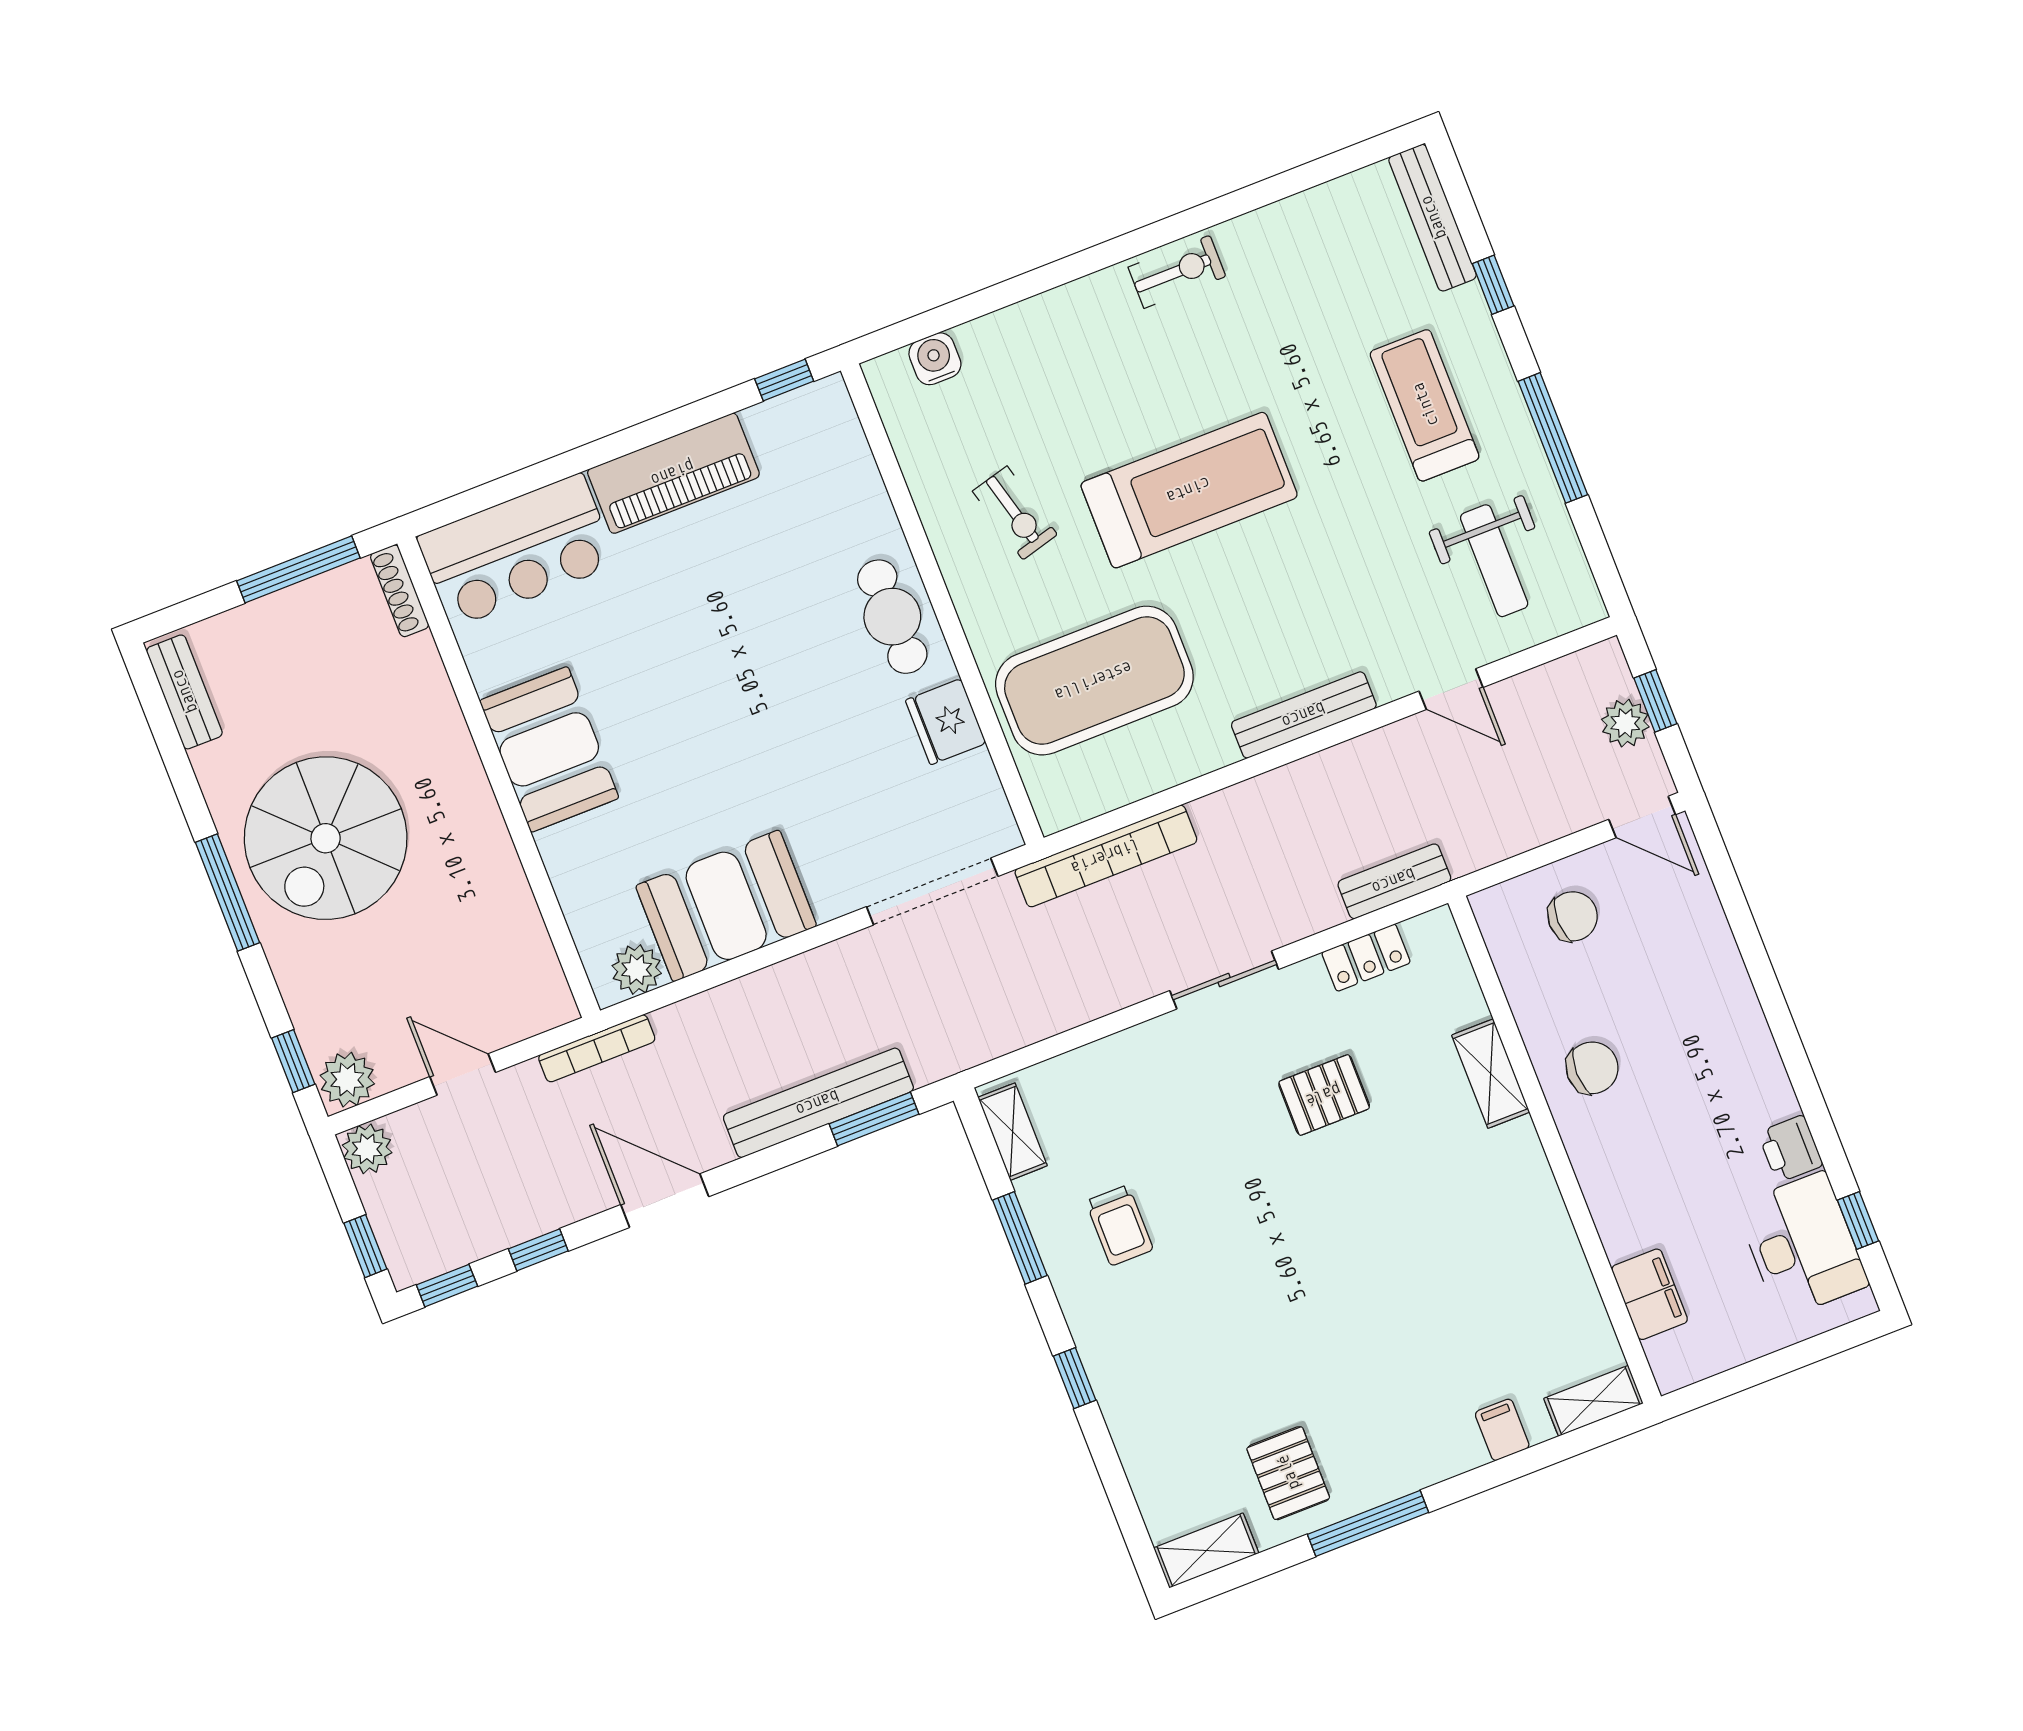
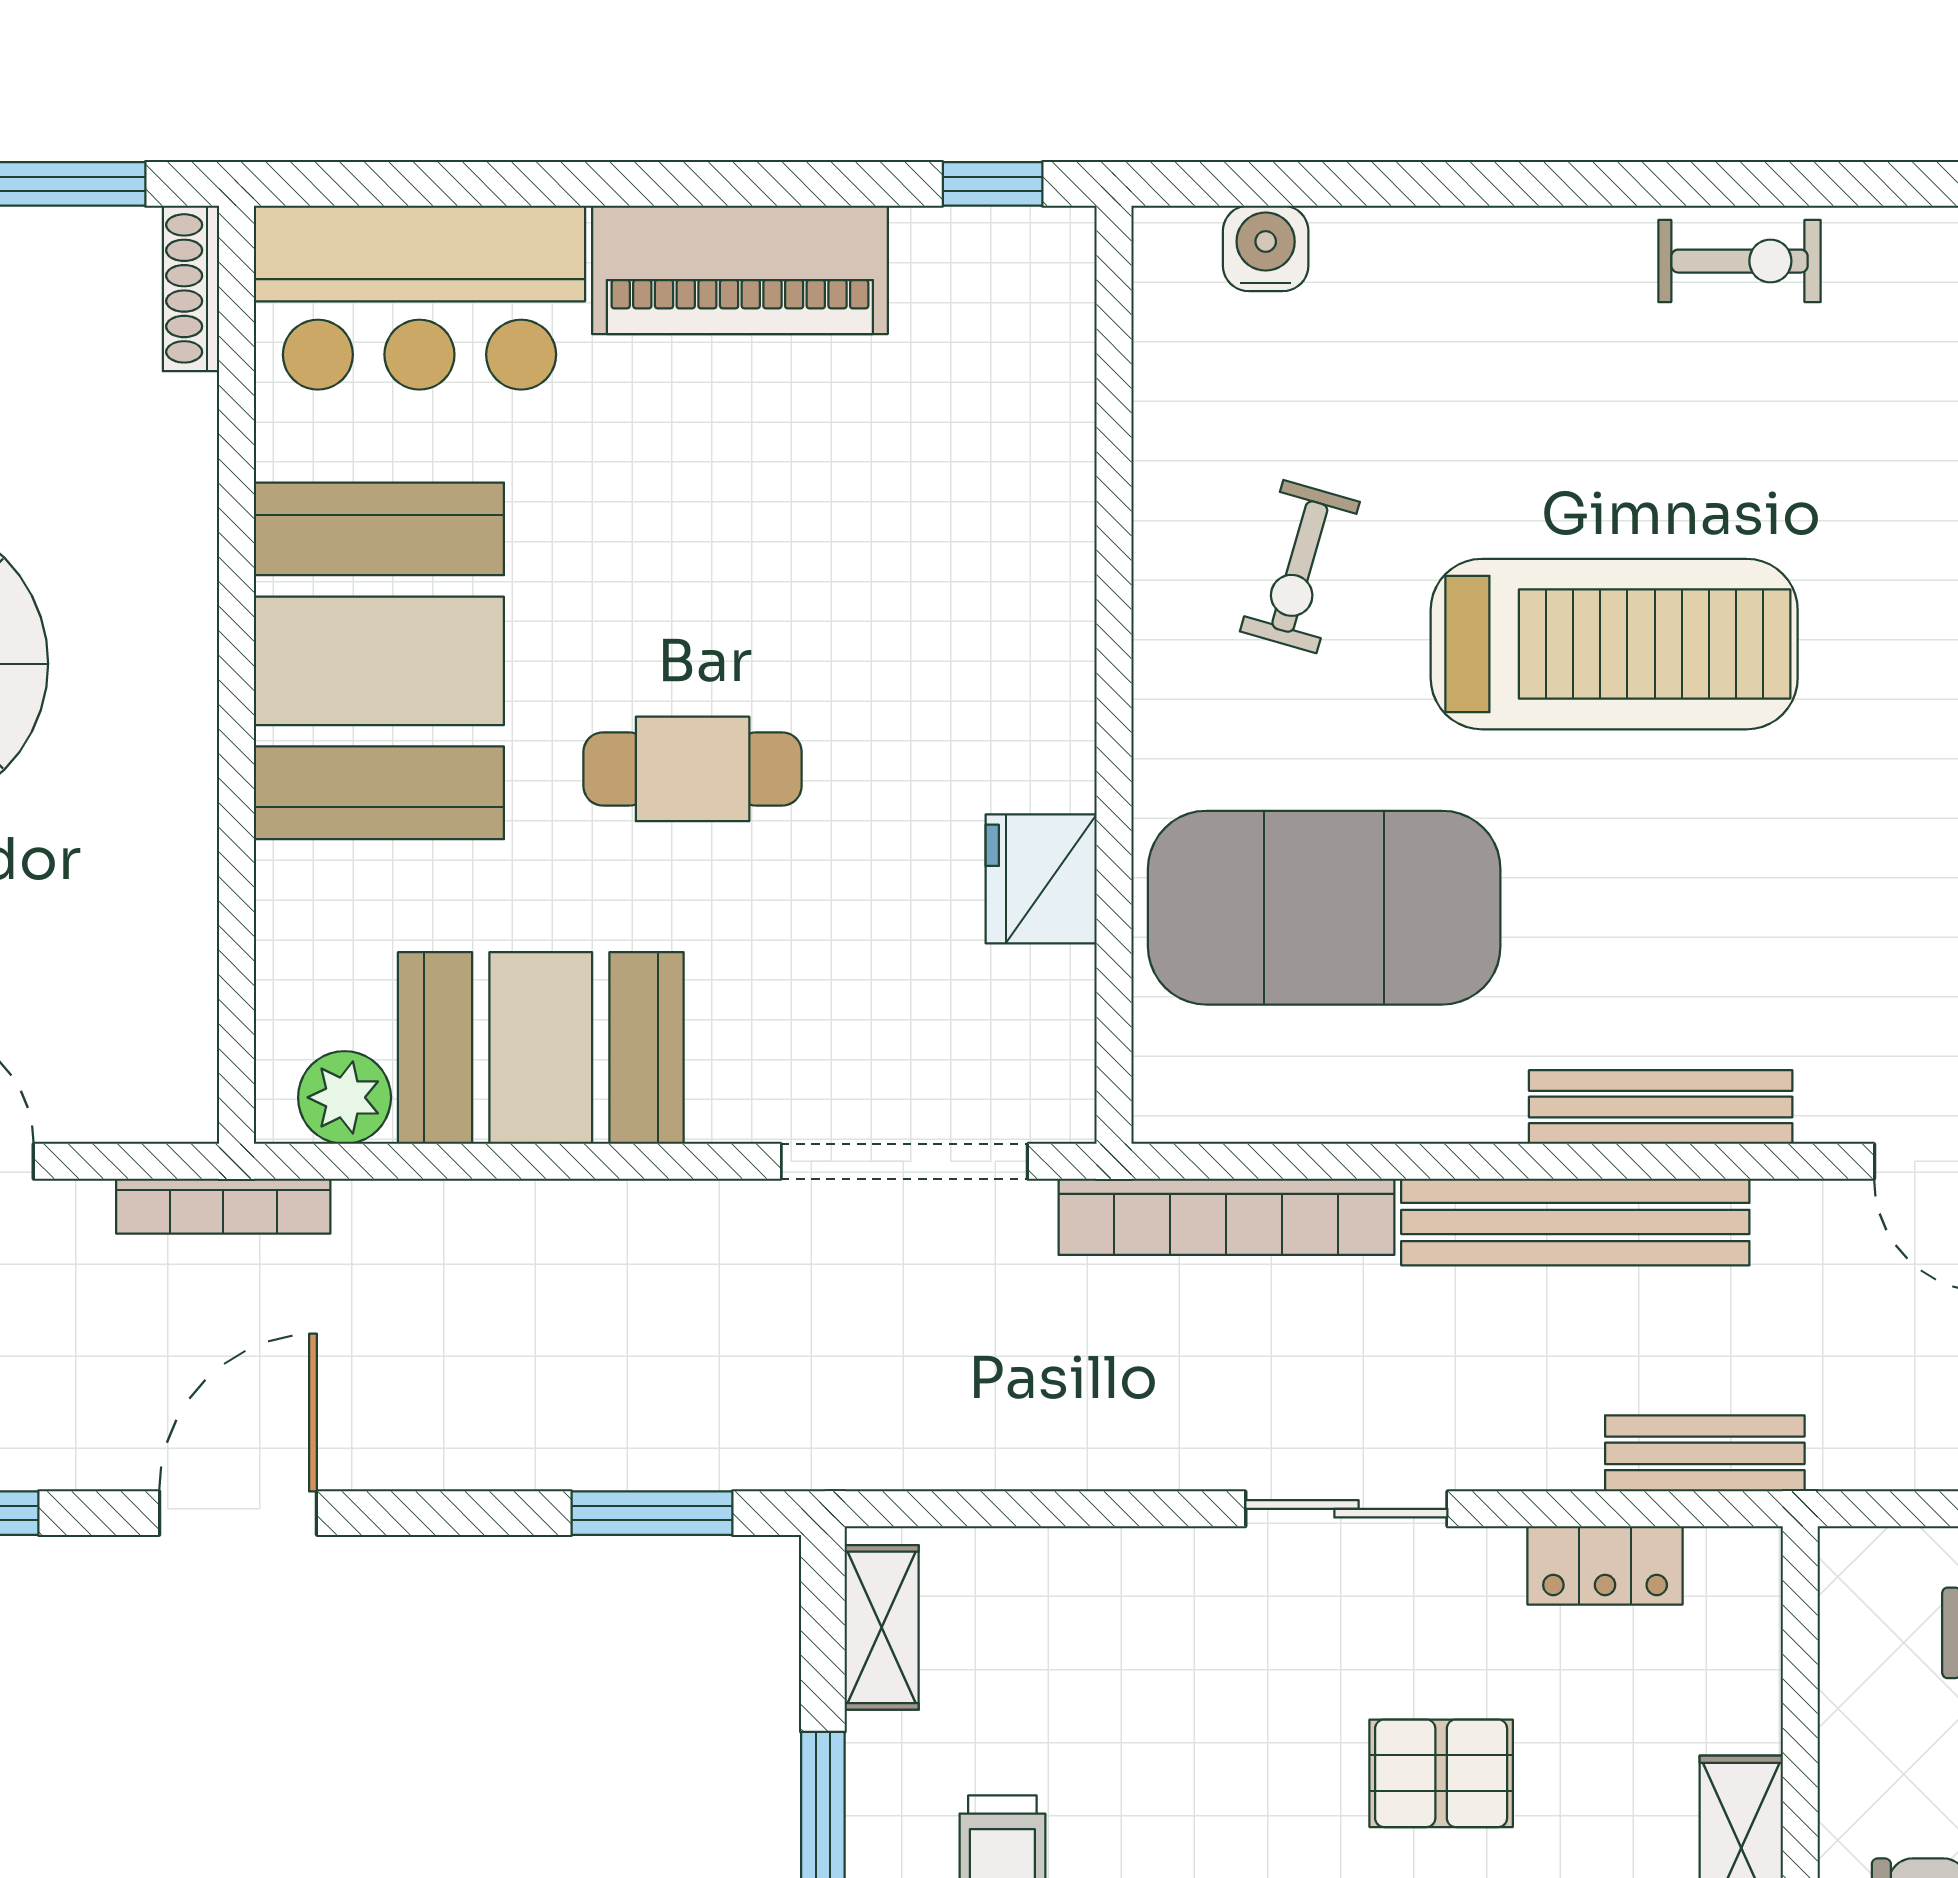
exercise bike: (1015, 513) -> (1300, 567), turned 31
cafe table: (892, 617) -> (693, 769), moved, turned 90
booth: (549, 749) -> (379, 661), width x1.36, depth x1.42
bench: (818, 1103) -> (1575, 1222), moved
door: (665, 1201) -> (238, 1513), hinge flipped

